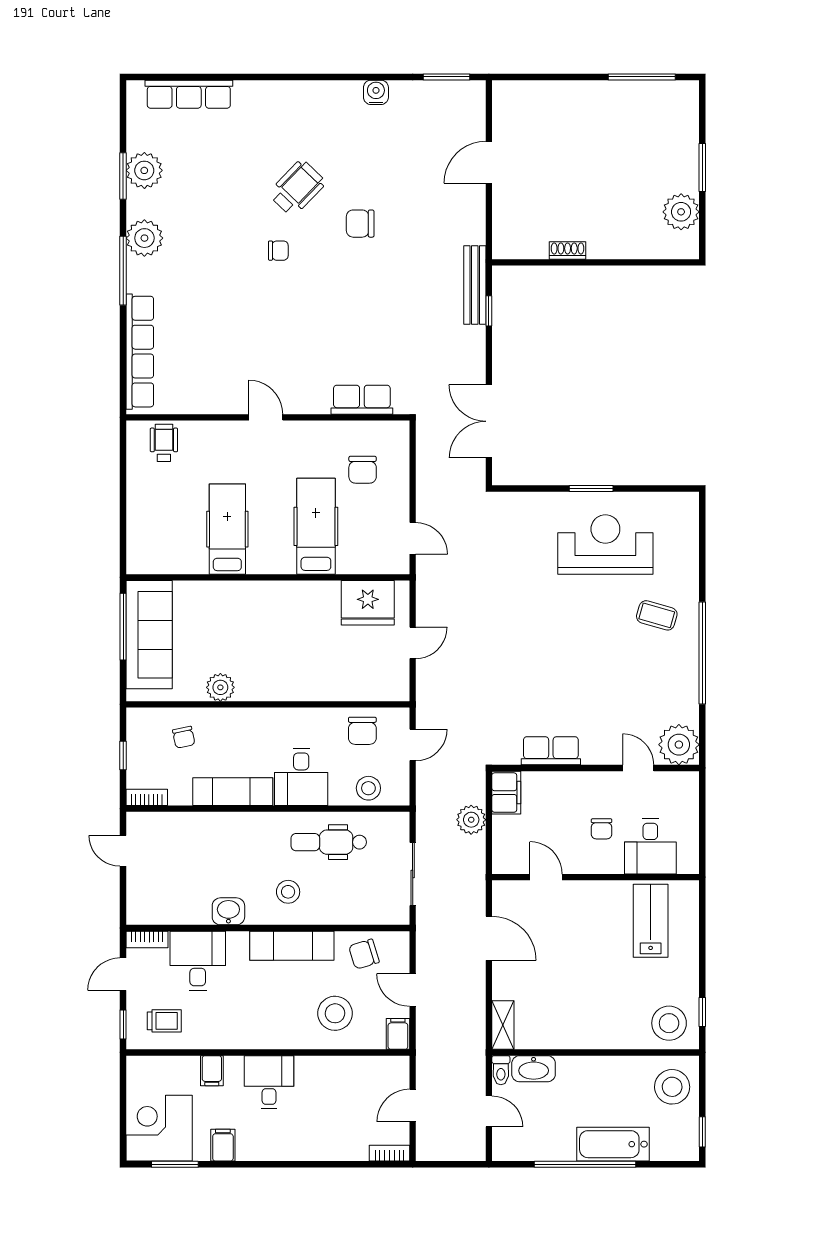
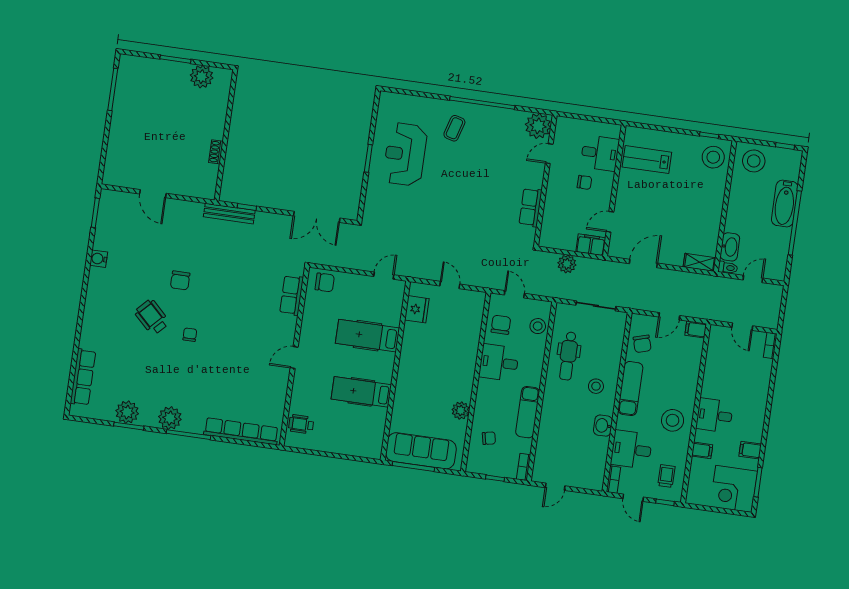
chair: (363, 470) -> (325, 282), moved
fridge: (368, 603) -> (417, 309), width x0.73, depth x0.75
chair: (362, 731) -> (501, 325), turned -90
desk: (301, 777) -> (499, 363), moved, turned 180
filing cabinet: (506, 793) -> (591, 245), moved
stool: (335, 1013) -> (673, 420), moved

